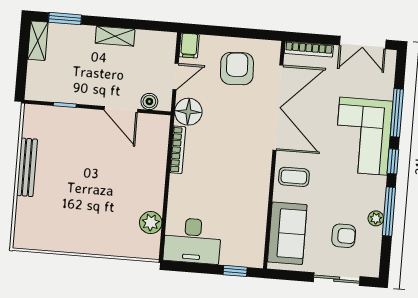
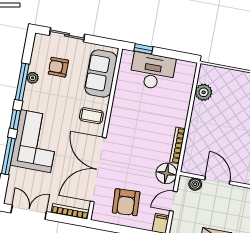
desk: (192, 241) -> (152, 71), moved

